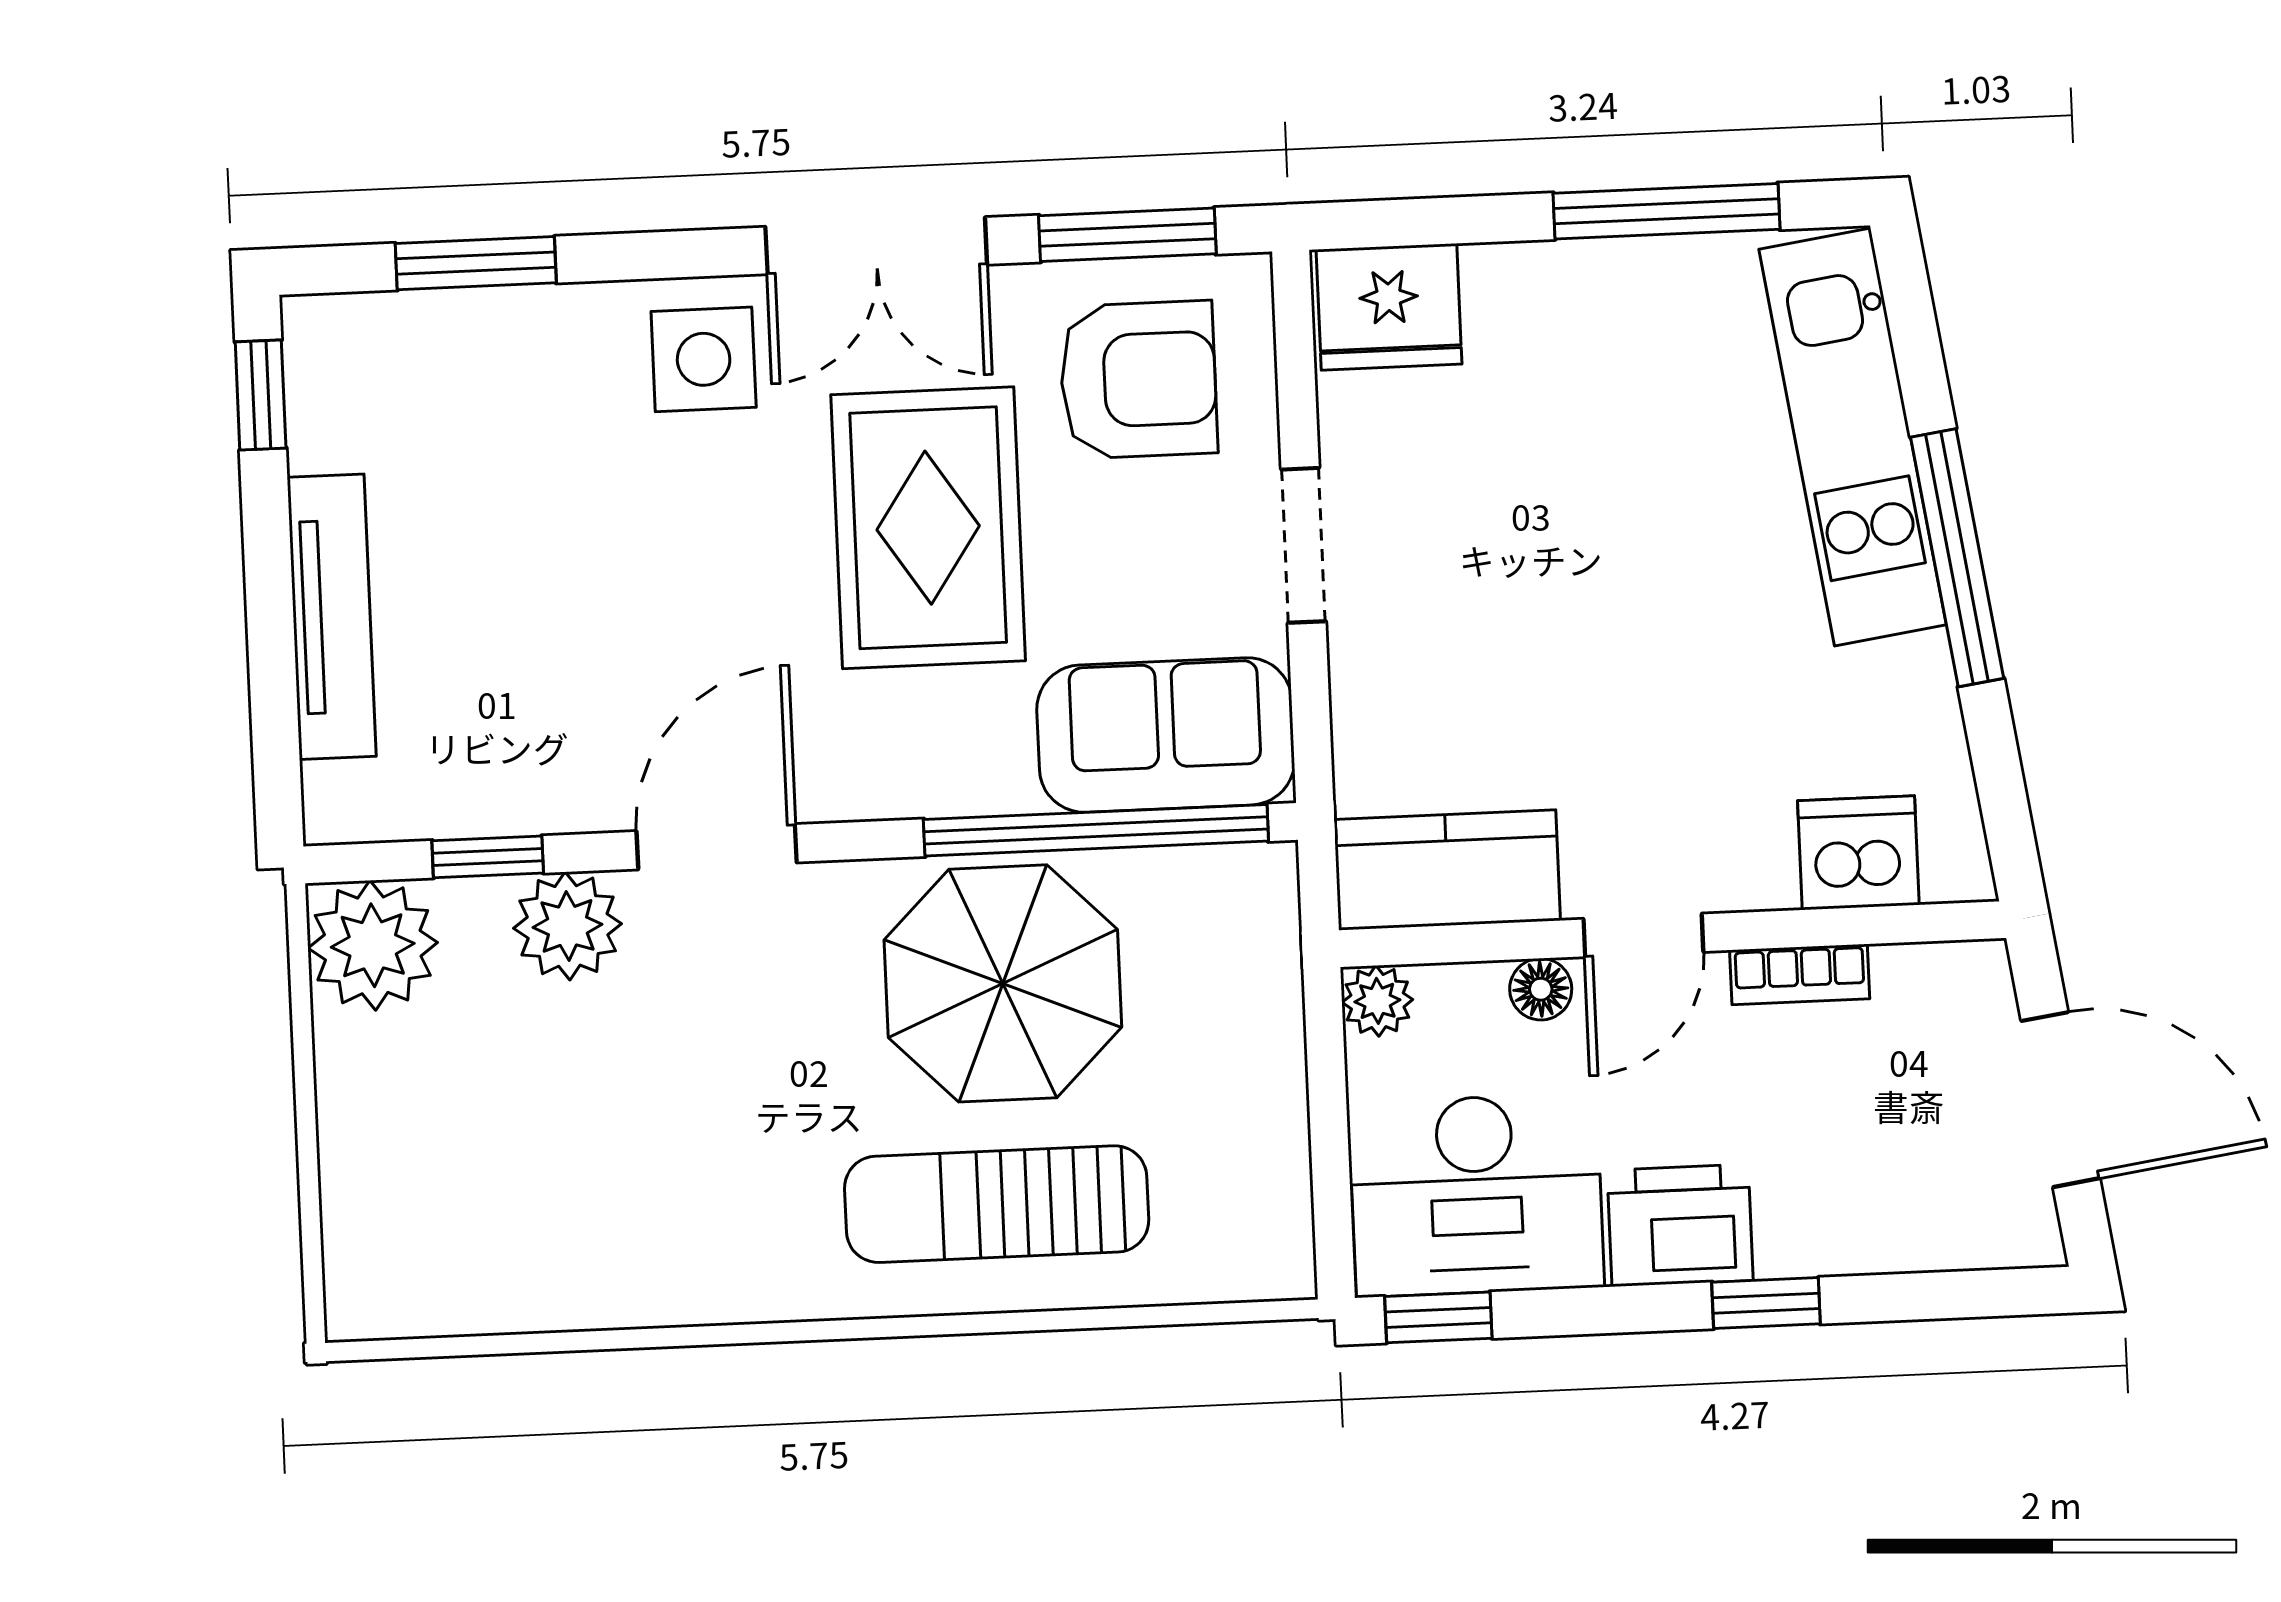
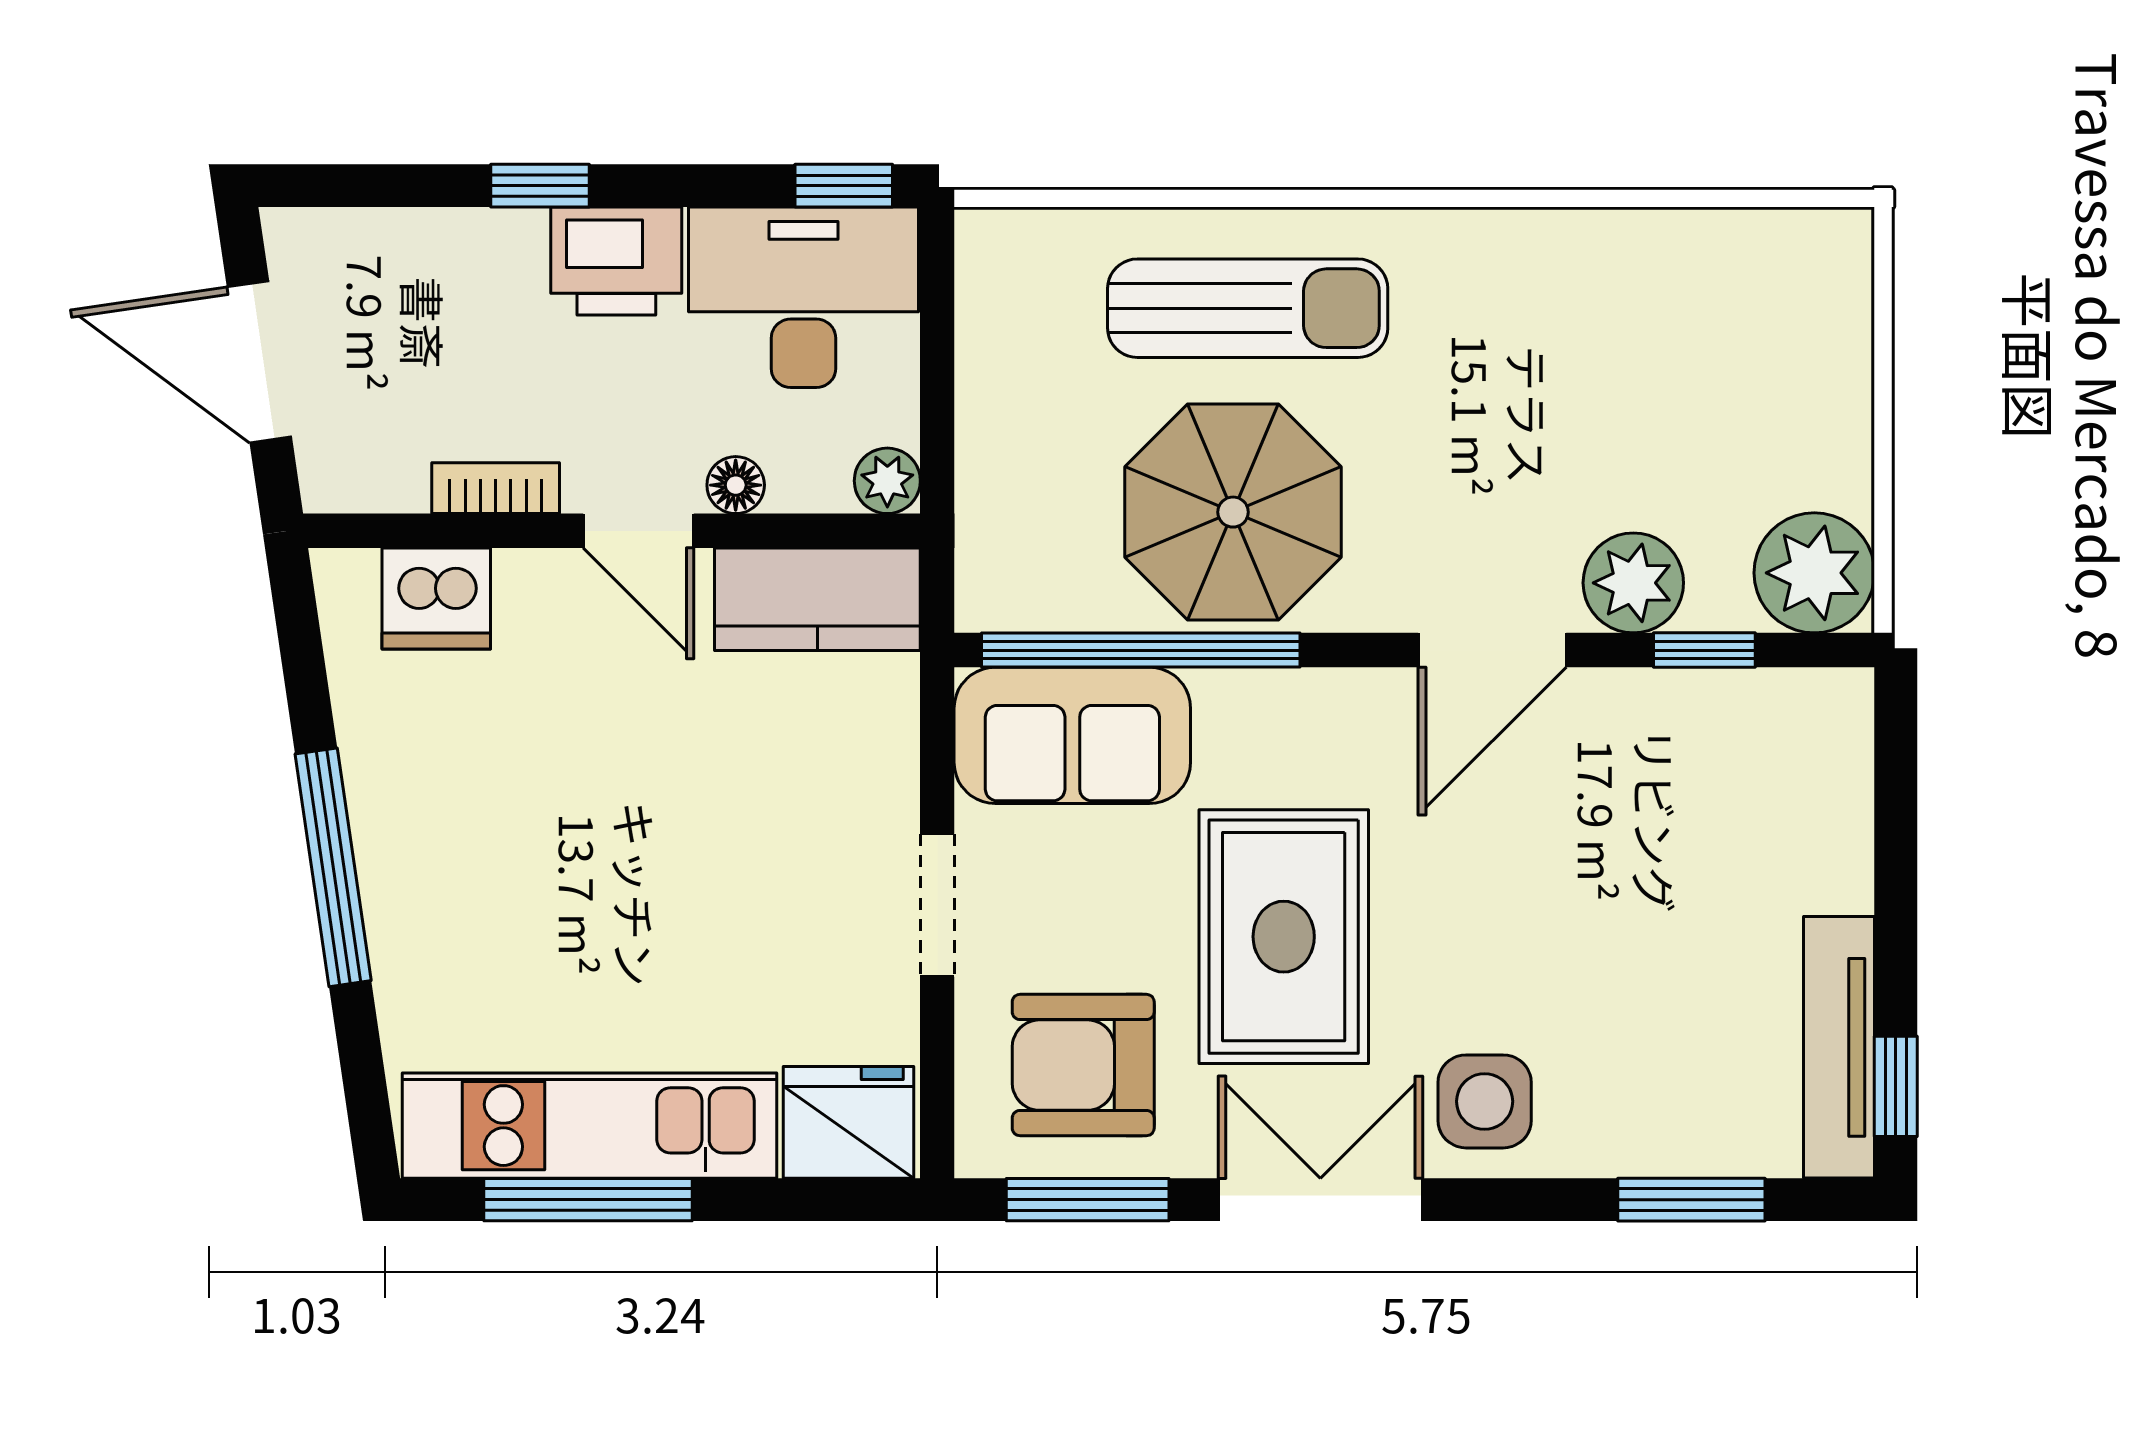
kitchen unit: (1853, 437) -> (590, 1126), moved, turned -82
tv unit: (332, 617) -> (1839, 1047), moved
door: (1643, 935) -> (639, 531), swing flipped

